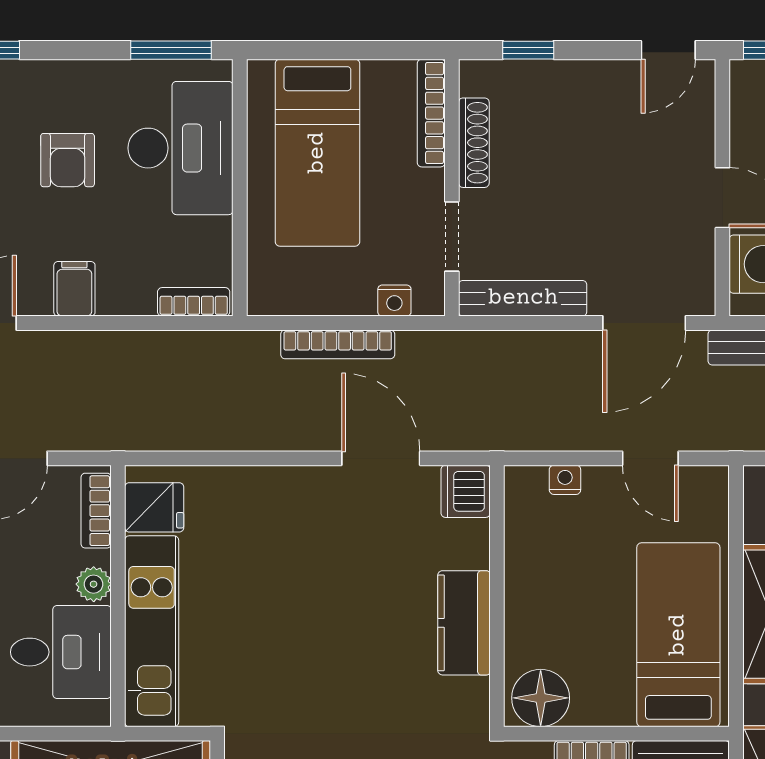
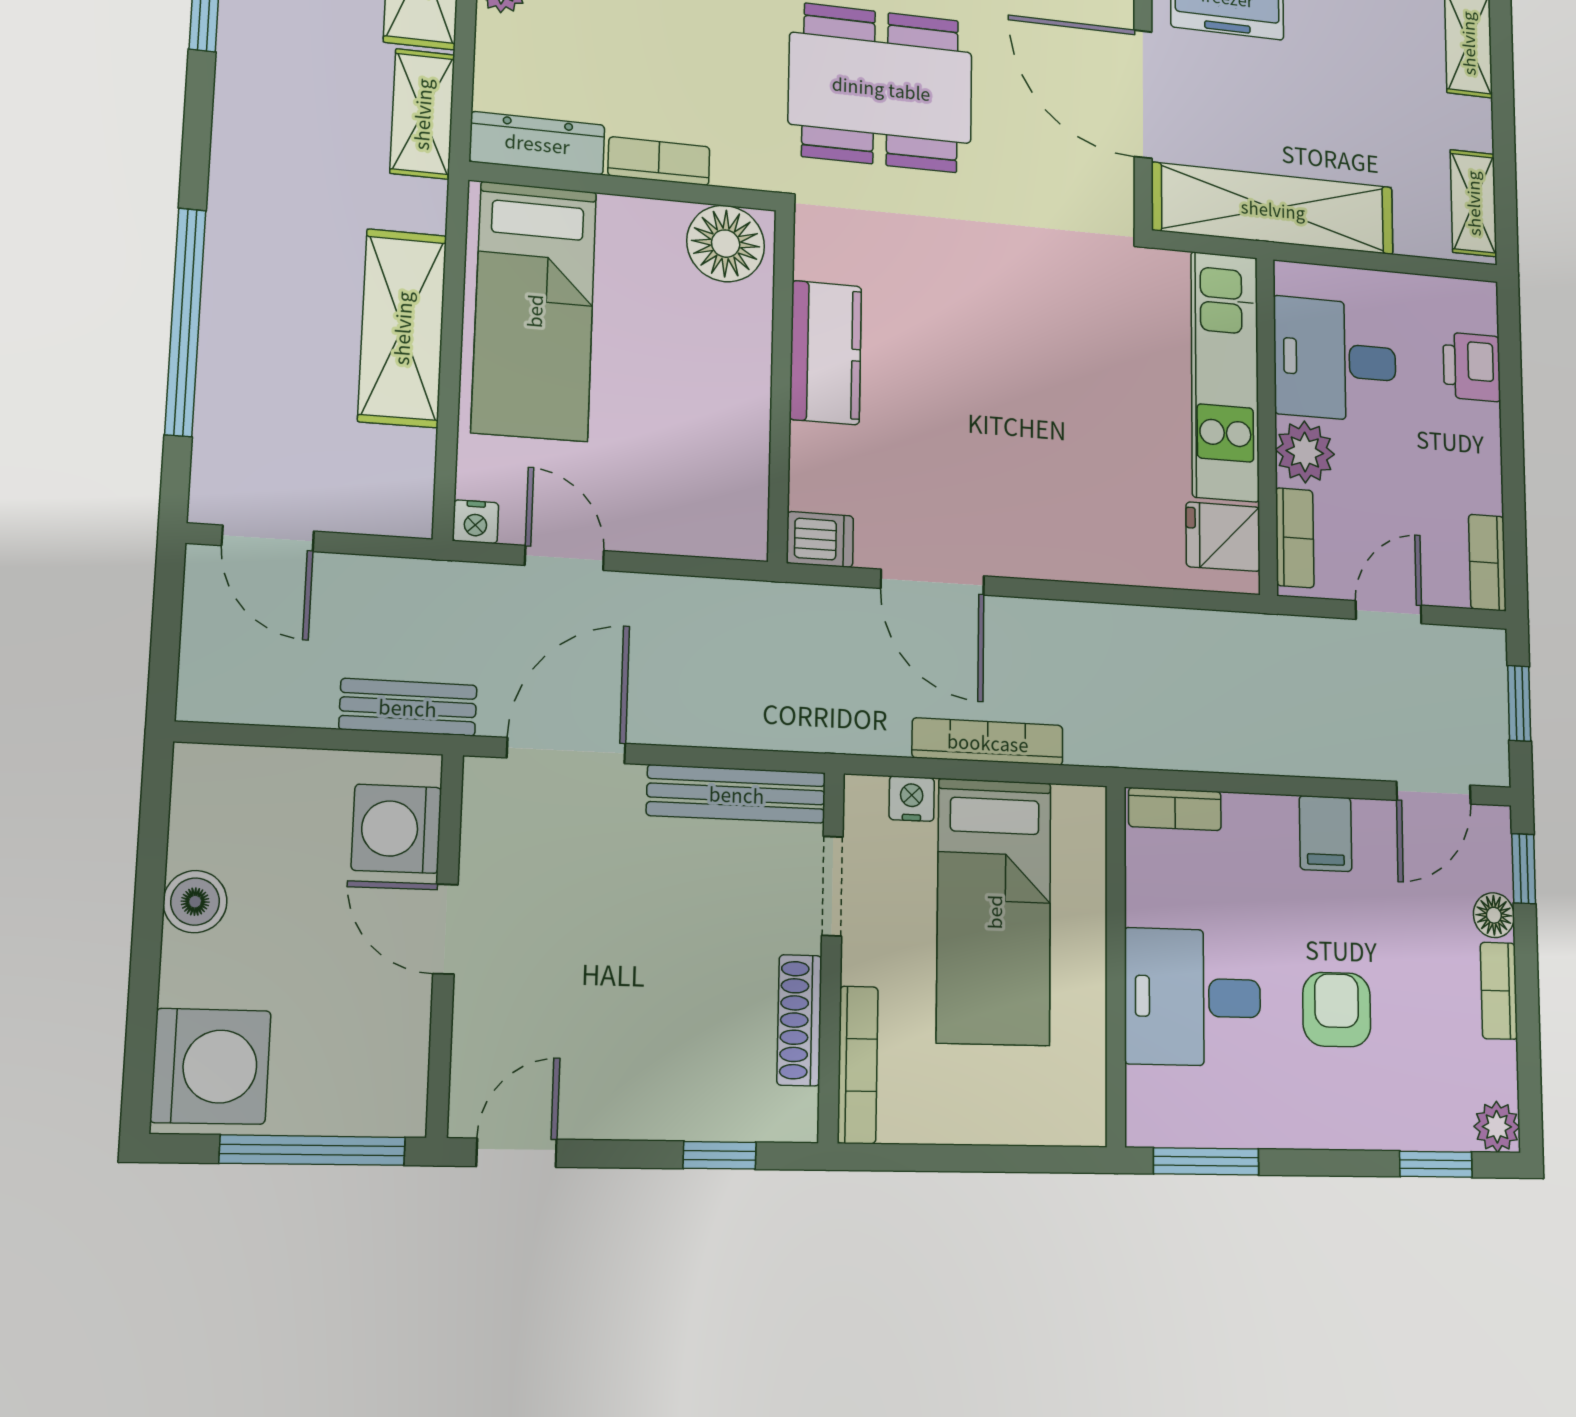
desk: (181, 148) -> (1193, 997), width x0.73
bed: (317, 153) -> (994, 912), moved, turned 180
nightstand: (565, 480) -> (476, 522), moved
dishwasher: (466, 491) -> (820, 539), width x0.73
plant: (94, 584) -> (1305, 452), width x1.38, depth x1.38

